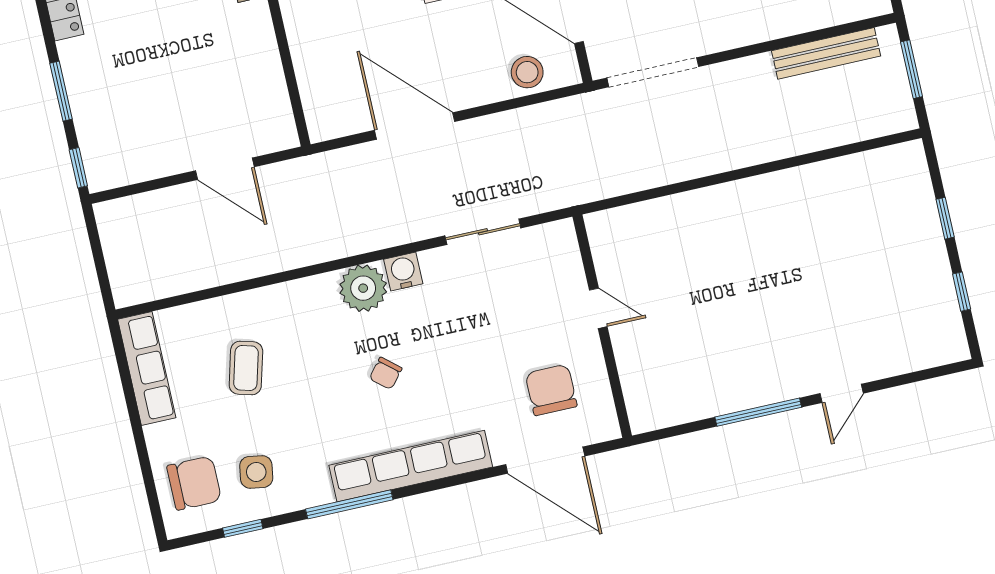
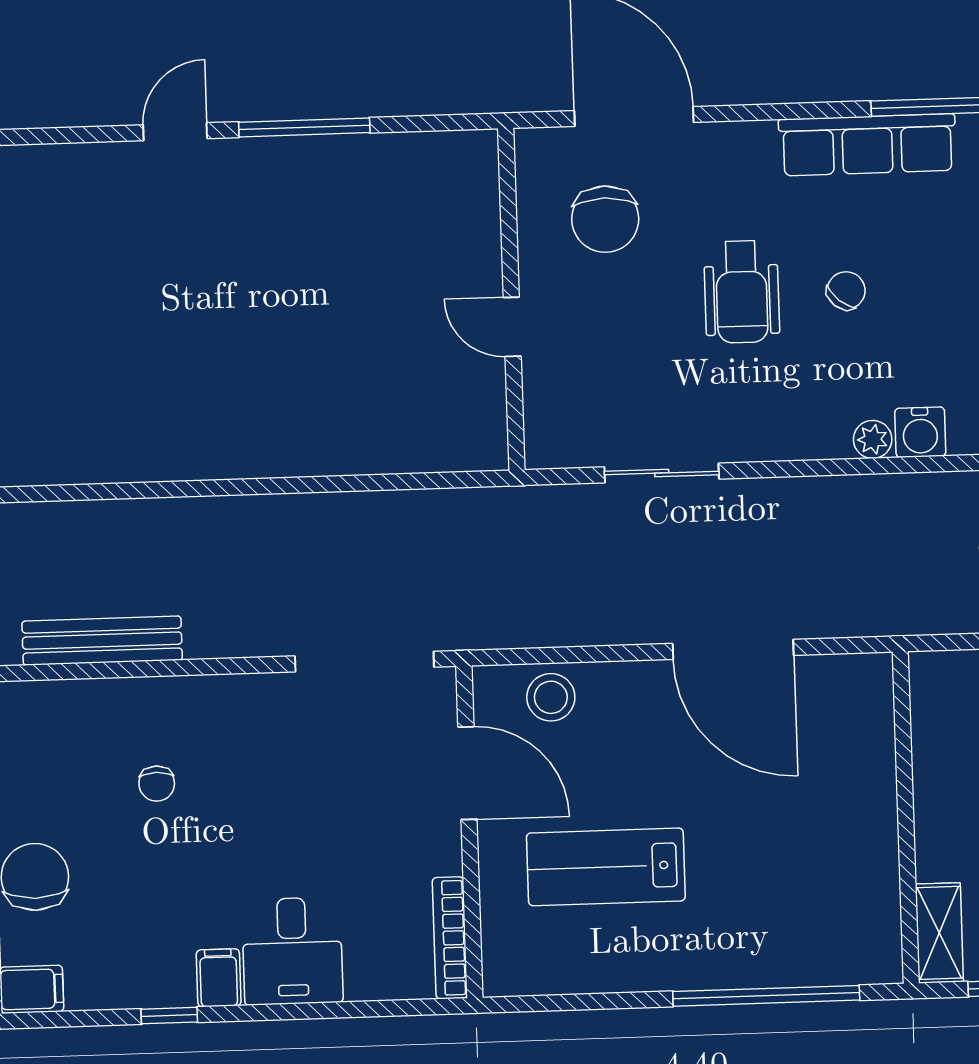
water cooler: (403, 272) -> (920, 432), moved
plant: (363, 288) -> (873, 439), width x0.53, depth x0.53
wheelchair: (453, 359) -> (742, 292), added
row of seats: (411, 466) -> (867, 145), width x0.73

